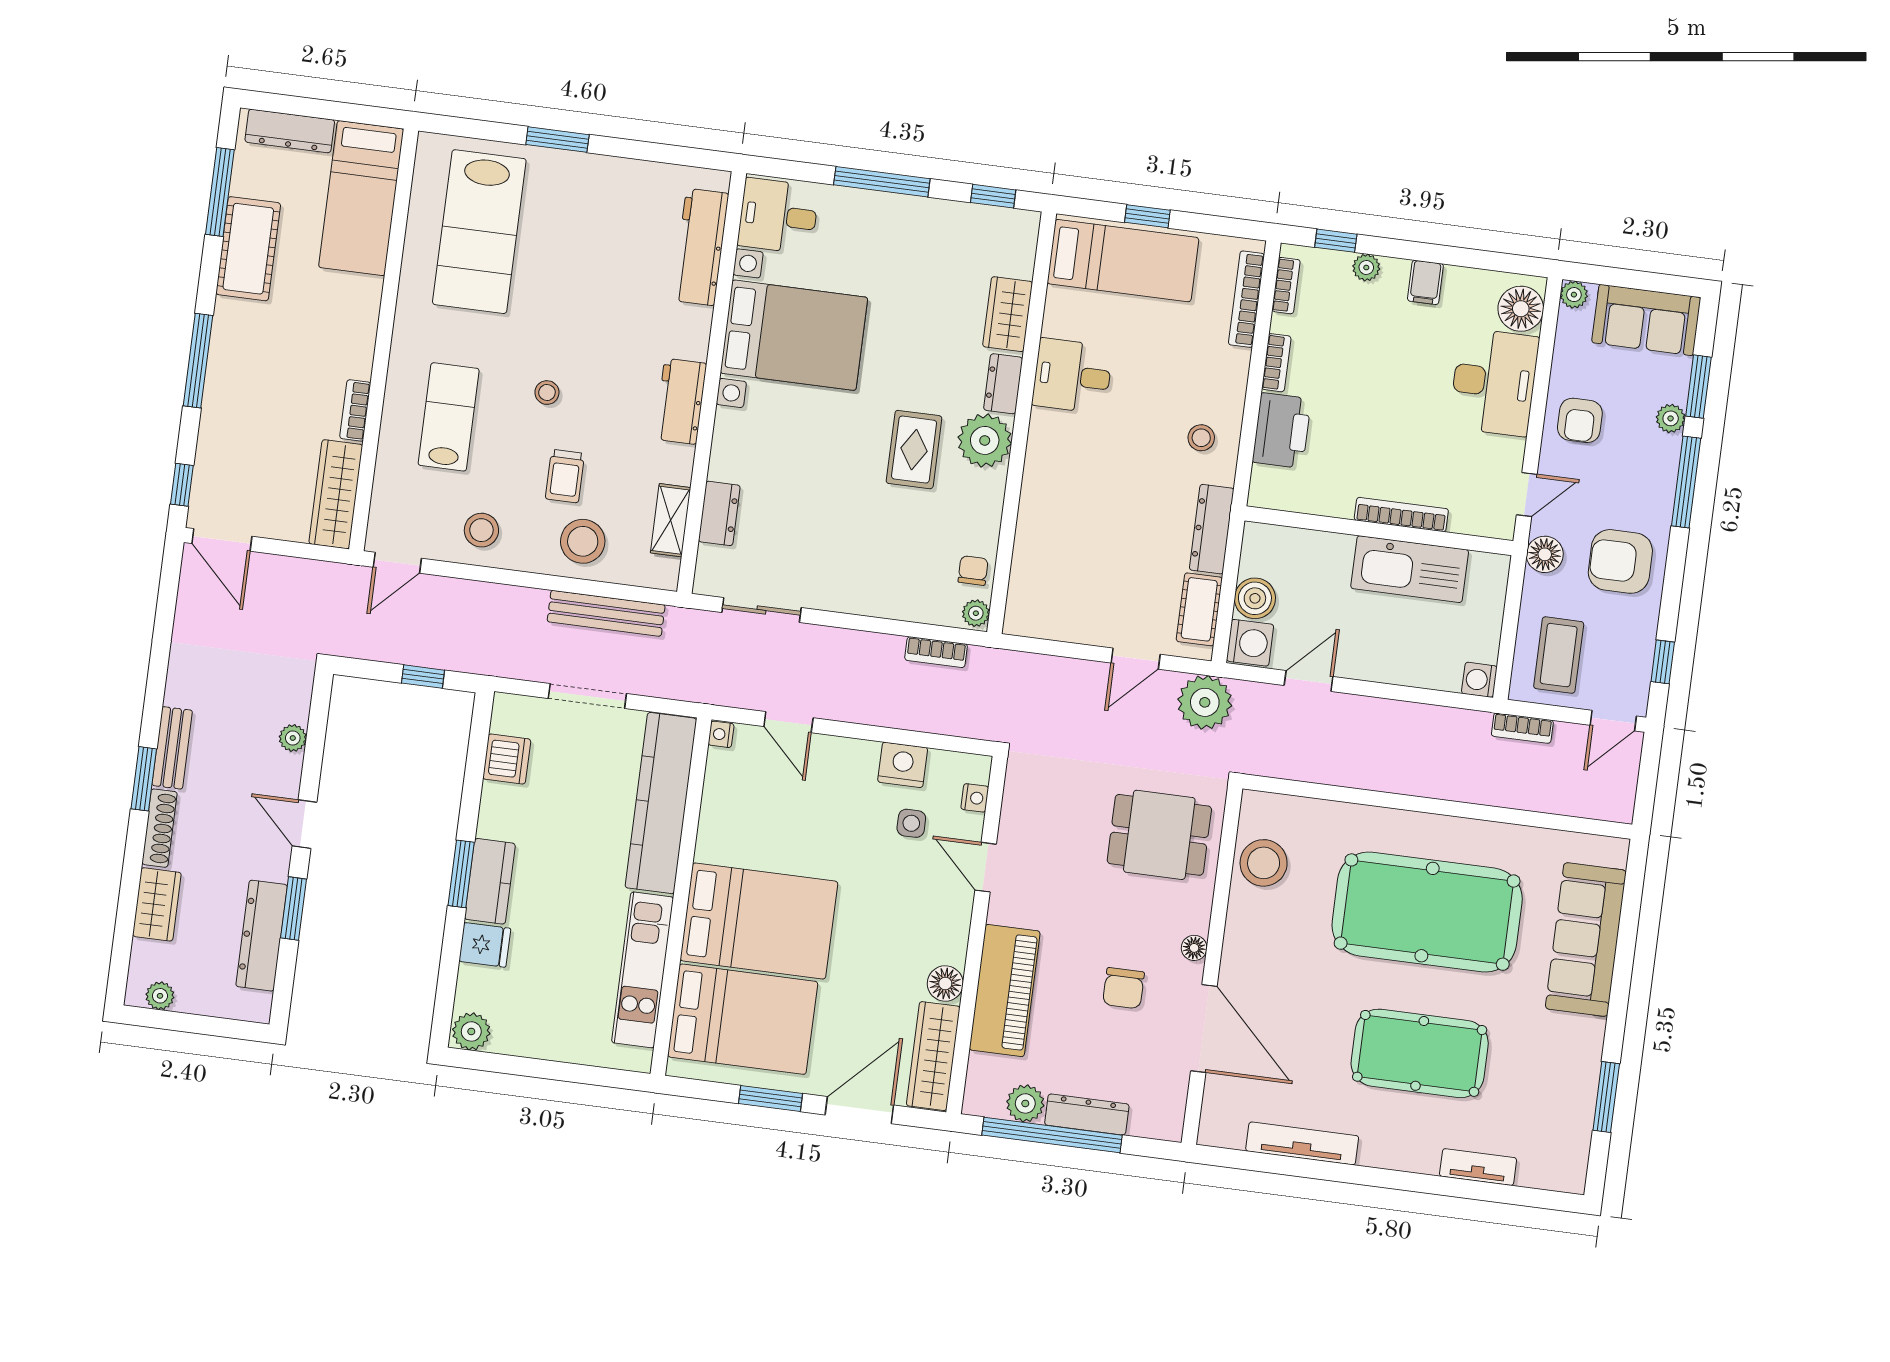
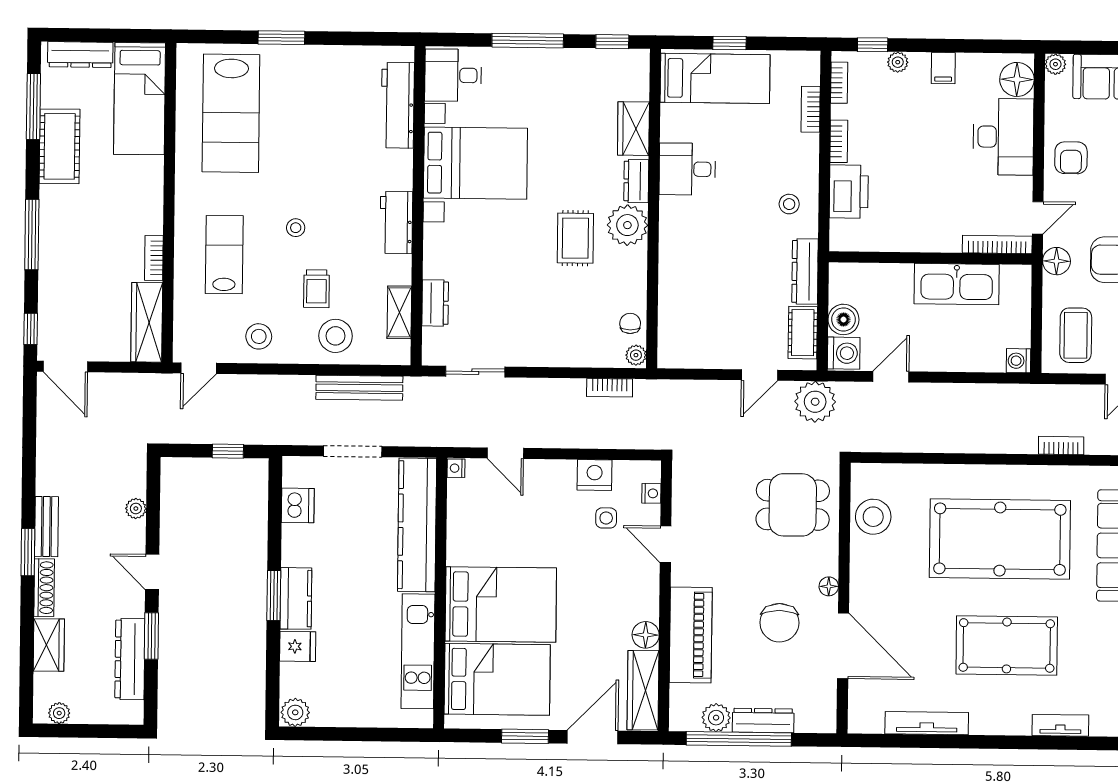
bookcase: (1246, 299) -> (811, 109), width x0.64
bookcase: (1401, 514) -> (997, 245), moved
bookcase: (1522, 728) -> (1061, 446), moved, turned 180
chair: (1124, 988) -> (779, 623), width x1.37, depth x1.37

